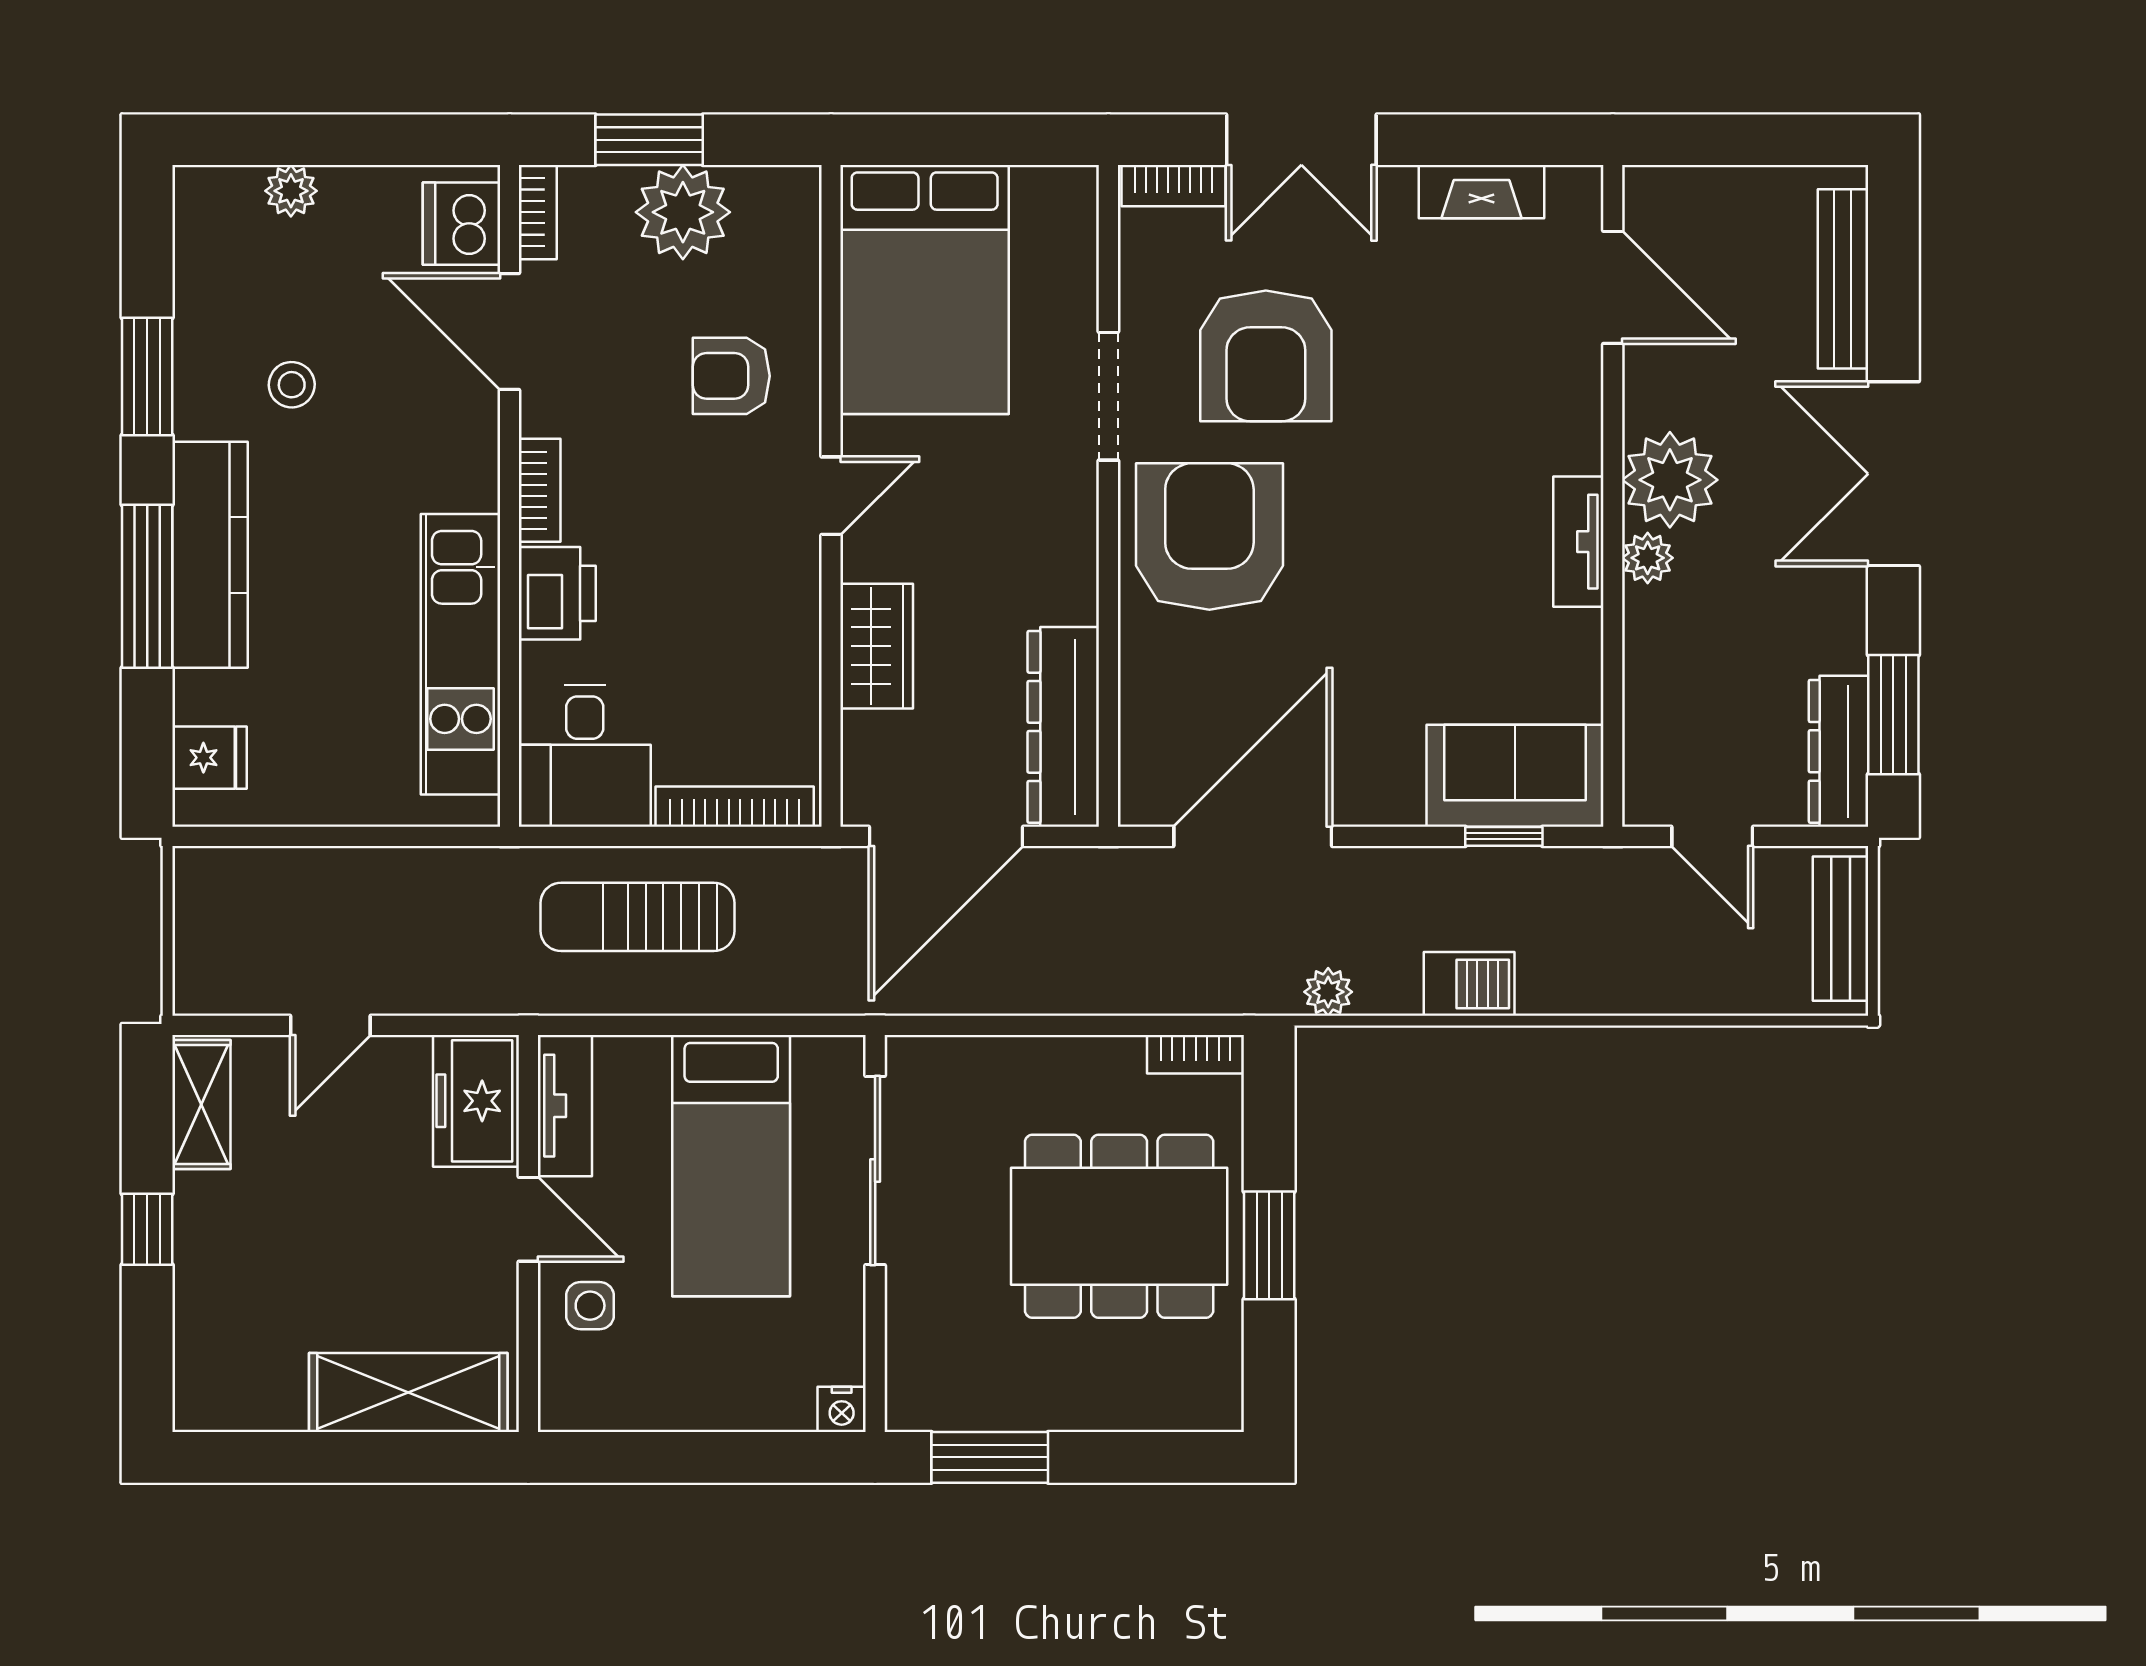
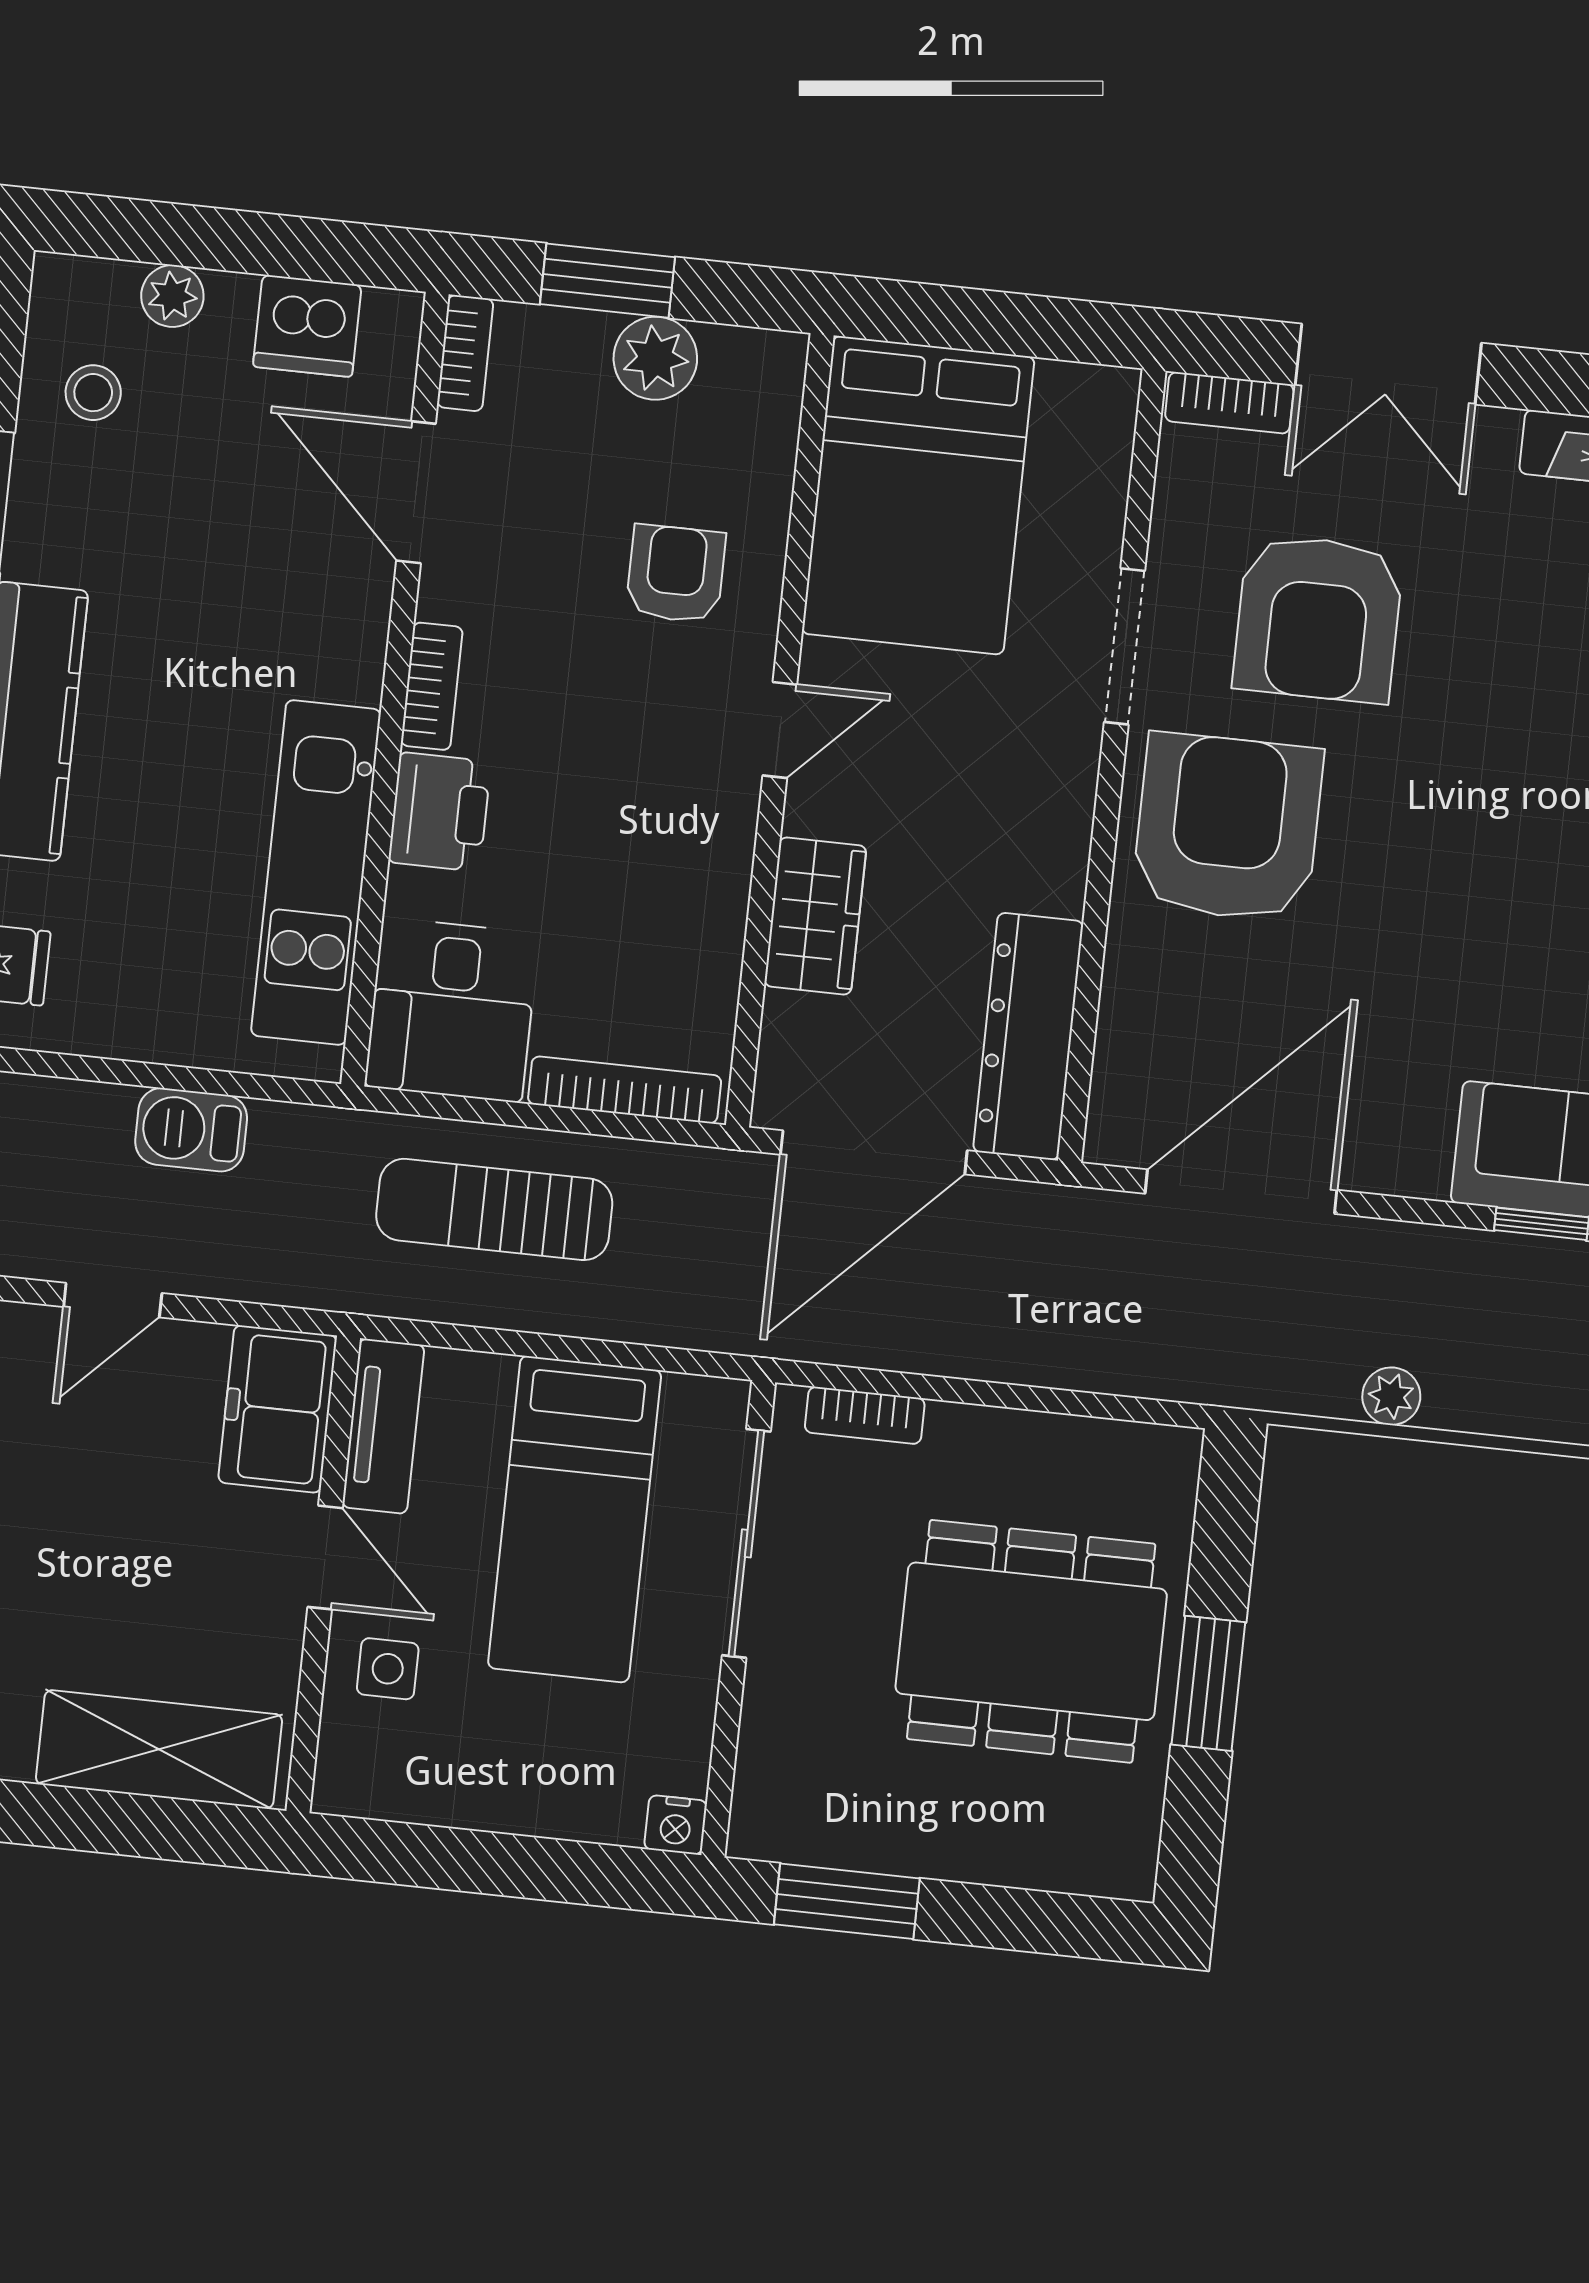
plant: (683, 212) -> (655, 358), width x0.73, depth x0.73
dishwasher: (461, 224) -> (307, 326), moved, turned -90
armchair: (731, 376) -> (676, 574), turned 90
stool: (292, 385) -> (93, 393), moved
barbecue: (1469, 984) -> (191, 1130), moved, turned 180
plant: (1328, 992) -> (1391, 1396), moved
bookcase: (1196, 1054) -> (865, 1415), moved

